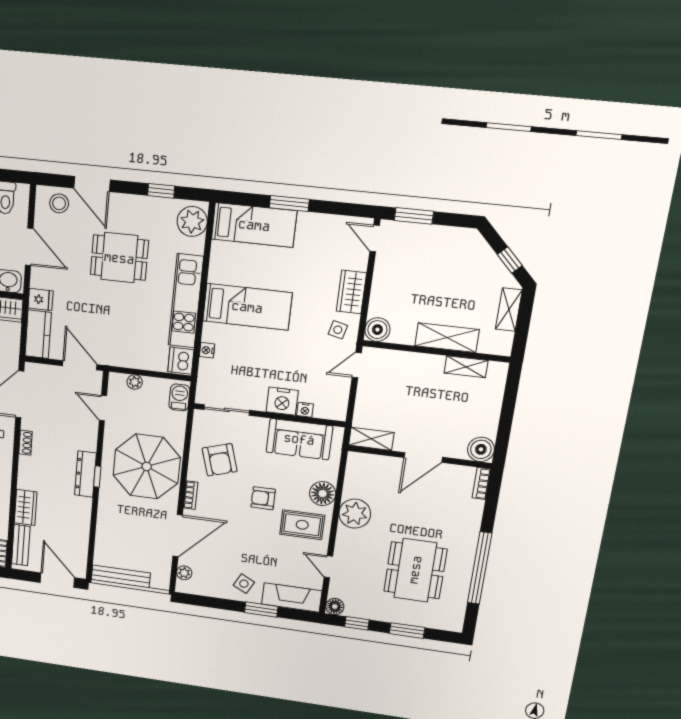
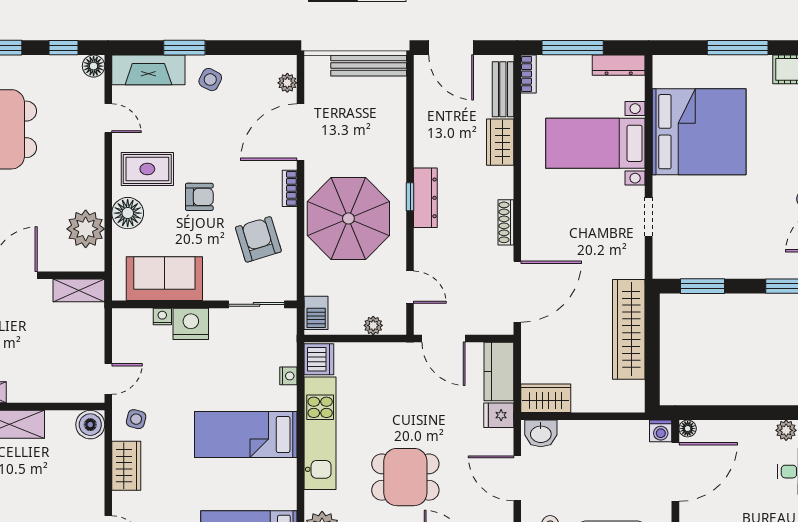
shoe rack: (25, 443) -> (506, 222), width x1.43
plant: (355, 514) -> (86, 229), moved

